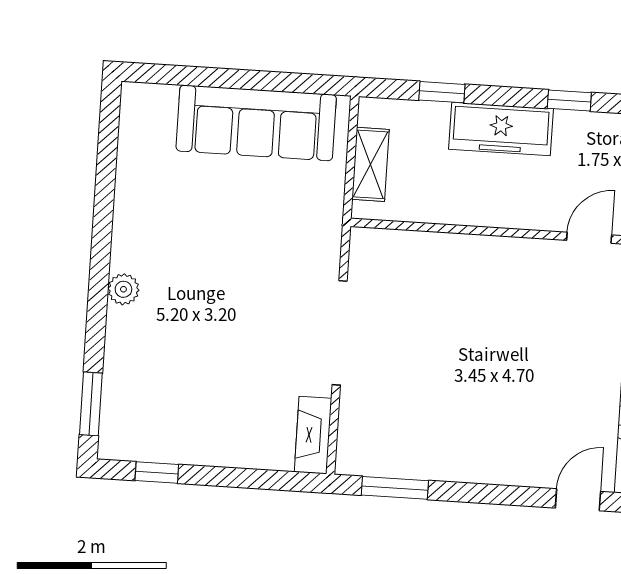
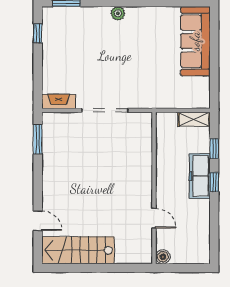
window: (569, 100) -> (214, 182), moved
sofa: (256, 123) -> (195, 41), moved
shelving: (371, 164) -> (194, 119), moved

